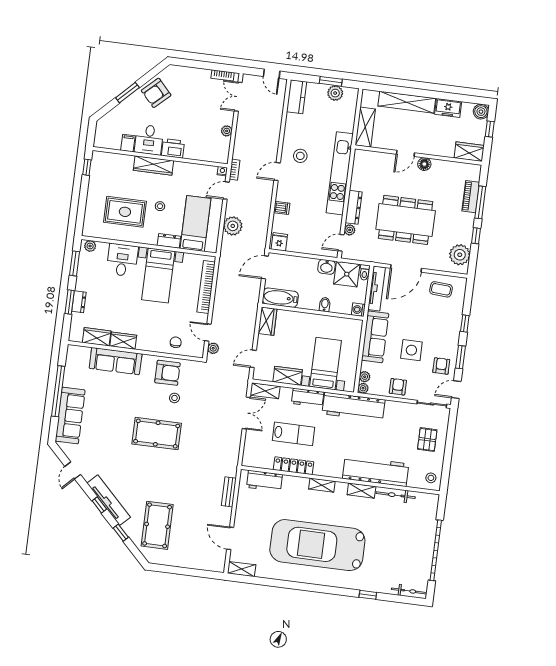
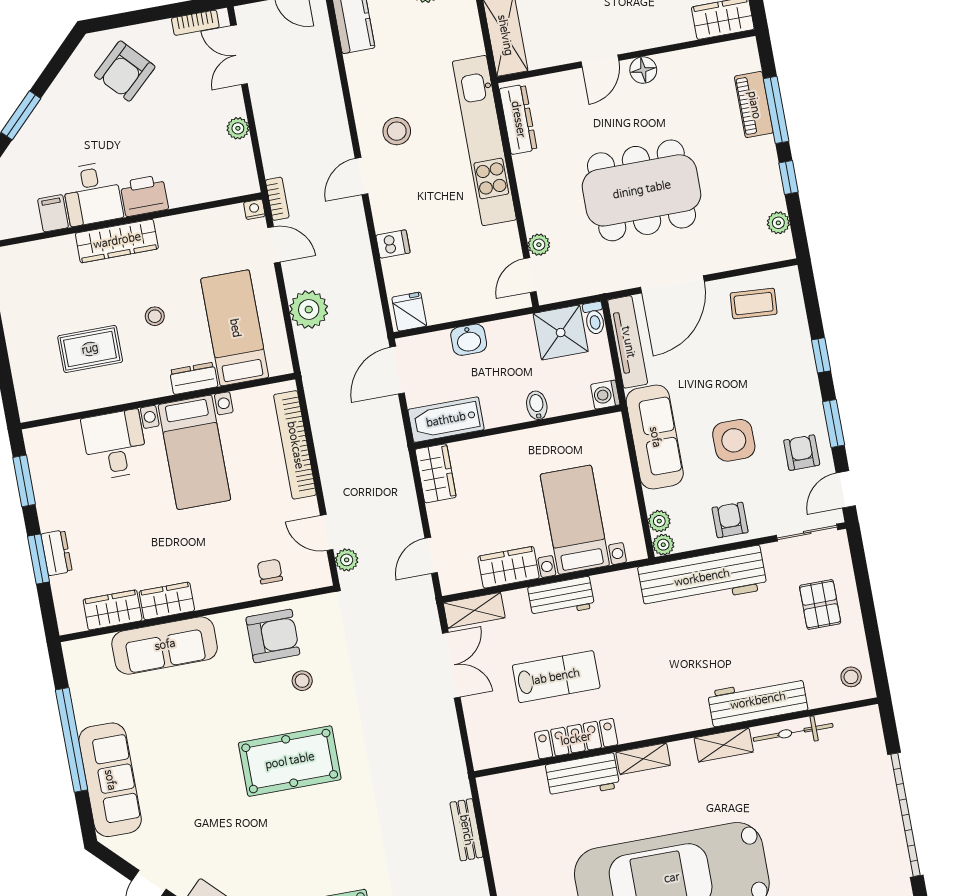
armchair: (156, 93) -> (125, 71), moved
door: (226, 191) -> (274, 245), swing flipped
dresser: (354, 207) -> (518, 119), moved
rug: (125, 212) -> (90, 349), width x0.73, depth x0.70
plant: (90, 246) -> (43, 437), removed
plant: (460, 255) -> (778, 223), width x0.53, depth x0.53
washbasin: (327, 267) -> (469, 340), moved
workbench: (354, 407) -> (702, 578), moved
workbench: (376, 471) -> (758, 701), width x0.73, depth x0.76
workbench: (264, 481) -> (583, 776), moved

